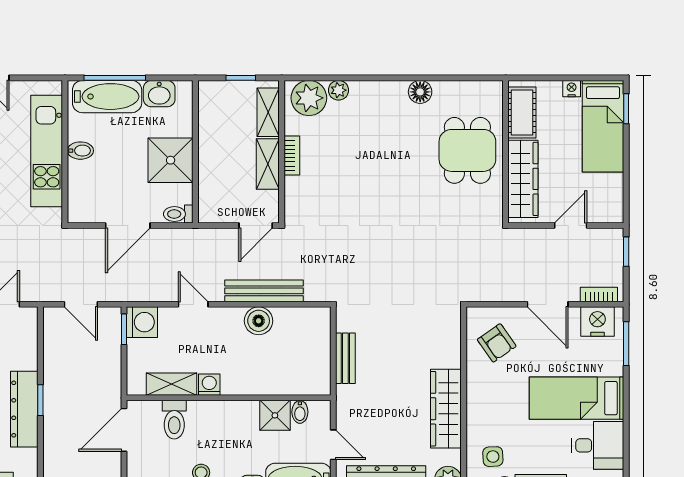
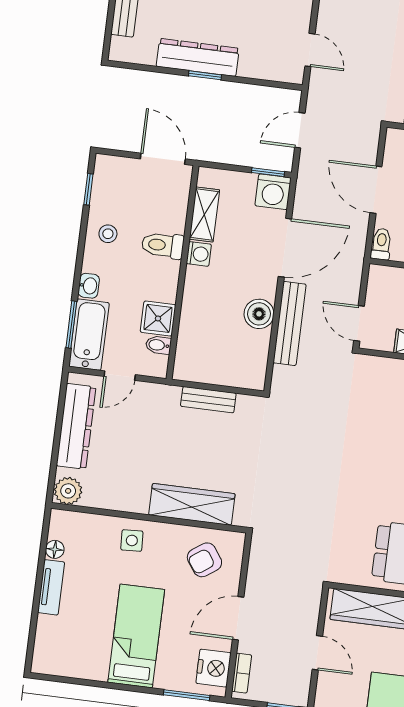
door: (193, 304) -> (285, 248), width x1.87
wardrobe: (446, 409) -> (192, 504), moved
toilet: (174, 420) -> (163, 245), moved
desk: (598, 445) -> (84, 652), removed
side table: (493, 457) -> (132, 540), moved

